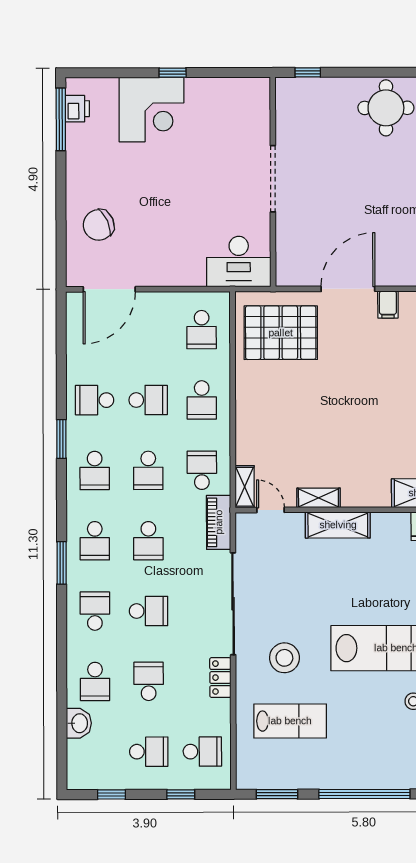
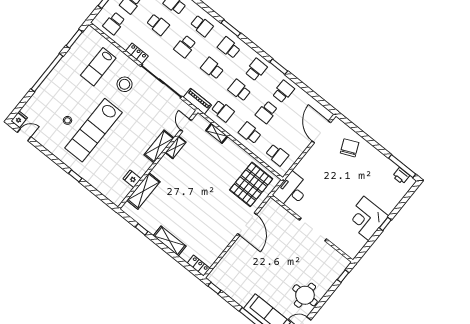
corner desk: (151, 109) -> (366, 218), moved
filing cabinet: (388, 305) -> (228, 235), removed
school desk: (202, 330) -> (277, 155), turned 180
school desk: (95, 470) -> (256, 70), turned 90
shelving: (245, 487) -> (217, 133), moved
door: (271, 510) -> (186, 125), swing flipped

